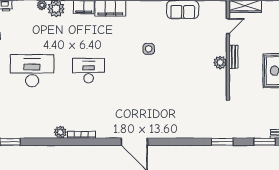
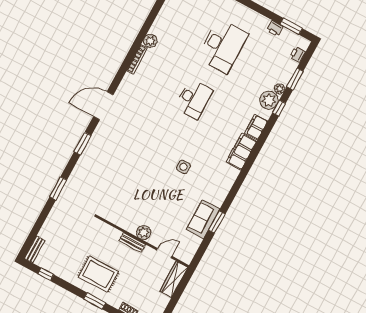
door: (228, 26) -> (164, 253), swing flipped
plant: (220, 62) -> (144, 232), moved
window: (265, 142) -> (83, 144), moved

